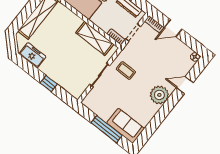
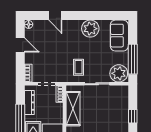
door: (173, 28) -> (20, 45), moved
plant: (159, 95) -> (90, 29), moved
plant: (94, 100) -> (119, 73), added
window: (107, 129) -> (133, 59), moved

